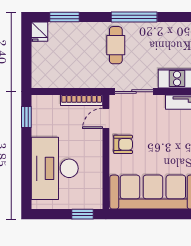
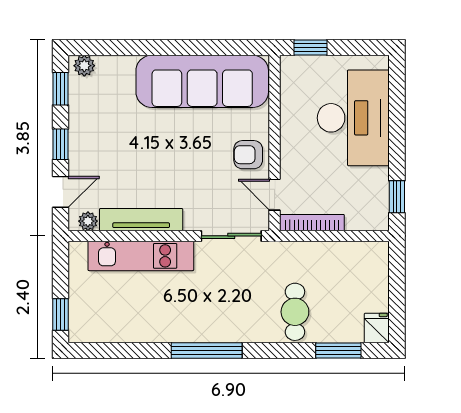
window: (134, 17) -> (207, 351), moved
cafe table: (116, 45) -> (295, 312), moved
door: (106, 118) -> (275, 195), swing flipped

